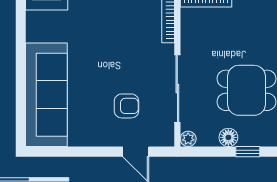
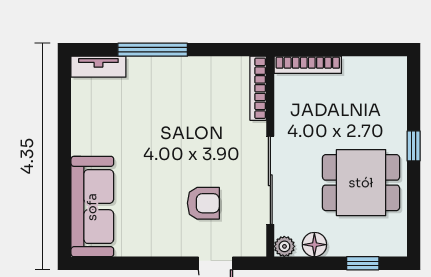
sofa: (46, 95) -> (92, 207), width x0.74, depth x0.79
floor lamp: (228, 137) -> (314, 245), moved

